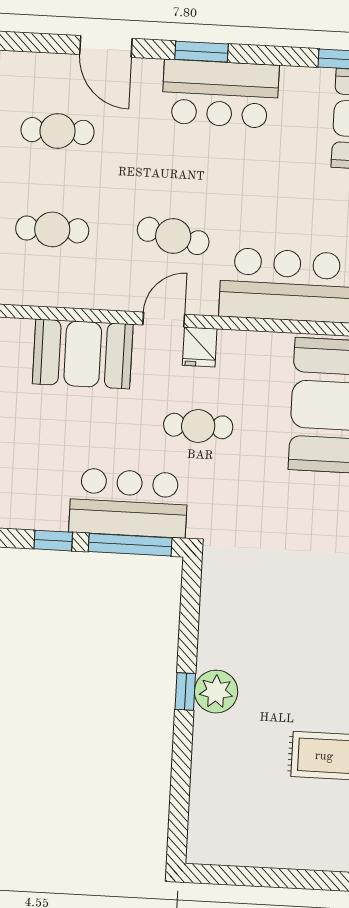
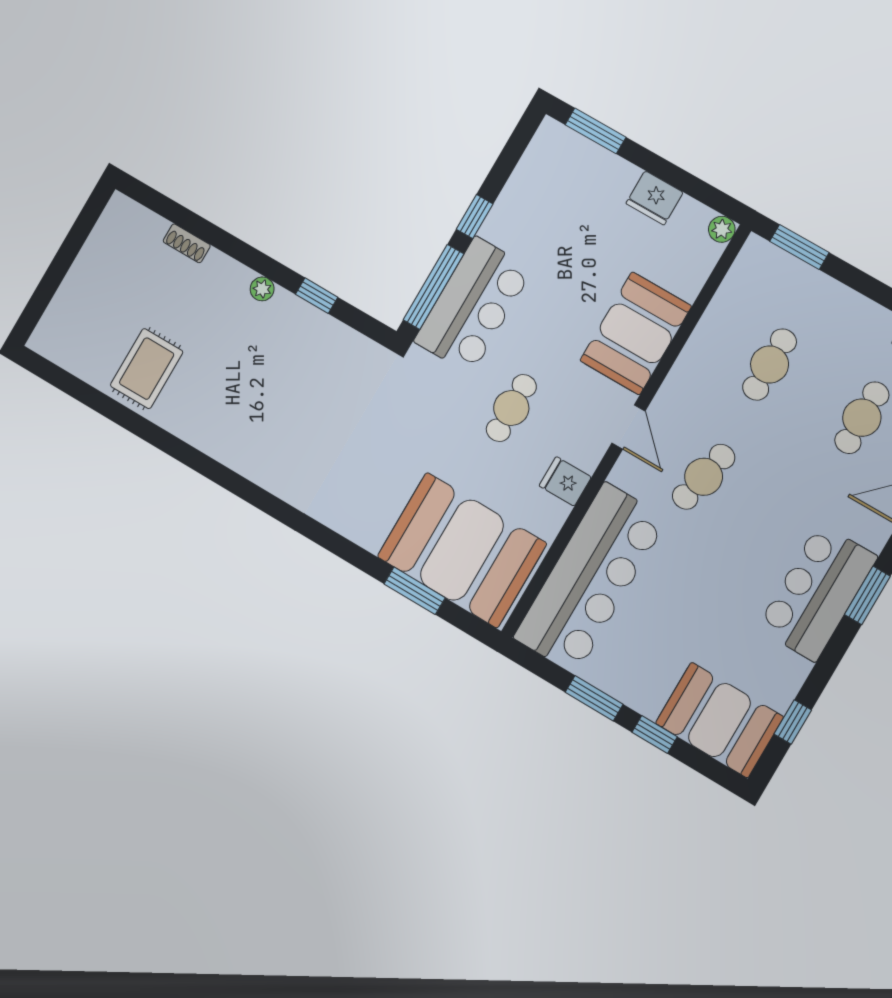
fridge: (200, 347) -> (565, 481), moved
window: (185, 691) -> (317, 296), moved
plant: (216, 692) -> (262, 289), width x0.53, depth x0.53
shoe rack: (200, 777) -> (187, 243), added

